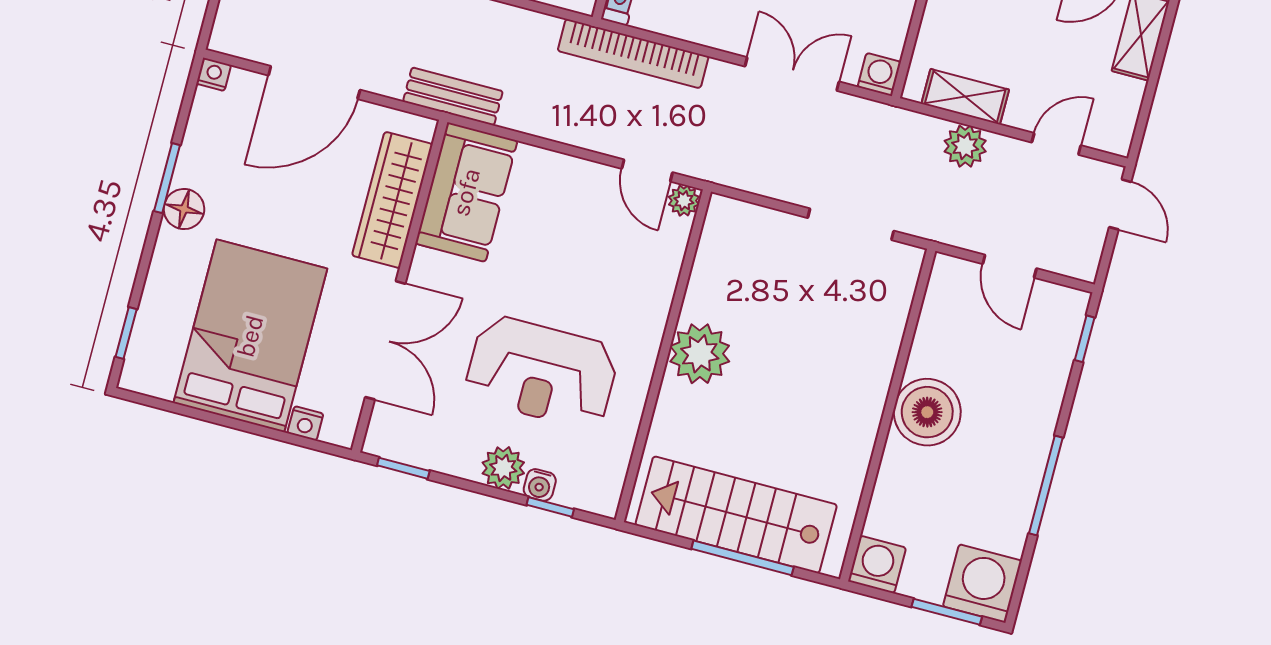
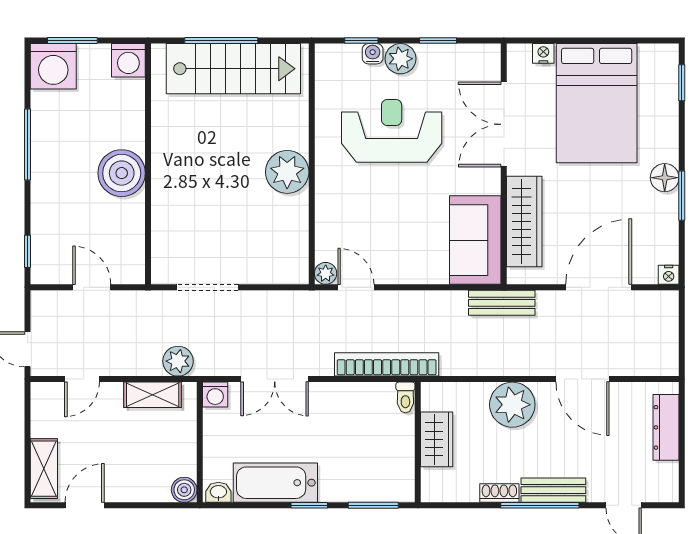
plant: (965, 146) -> (178, 361), moved
window: (403, 468) -> (438, 41), moved

